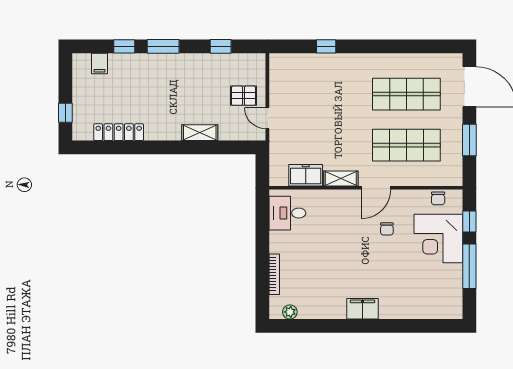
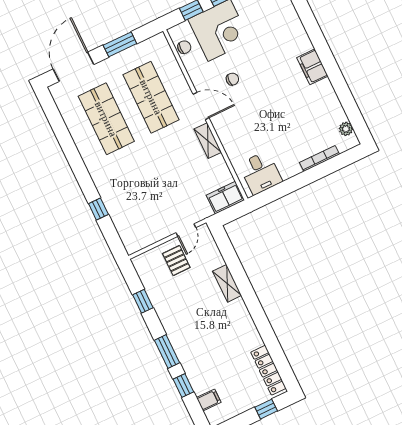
locker: (119, 132) -> (268, 370), moved
freezer: (306, 175) -> (225, 198), moved, turned 90

